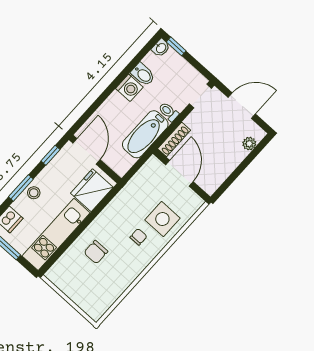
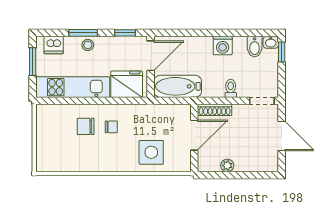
bidet: (143, 75) -> (255, 47), moved
bathtub: (145, 134) -> (178, 86), moved
plant: (249, 144) -> (227, 165), moved
chair: (138, 237) -> (111, 127), moved

